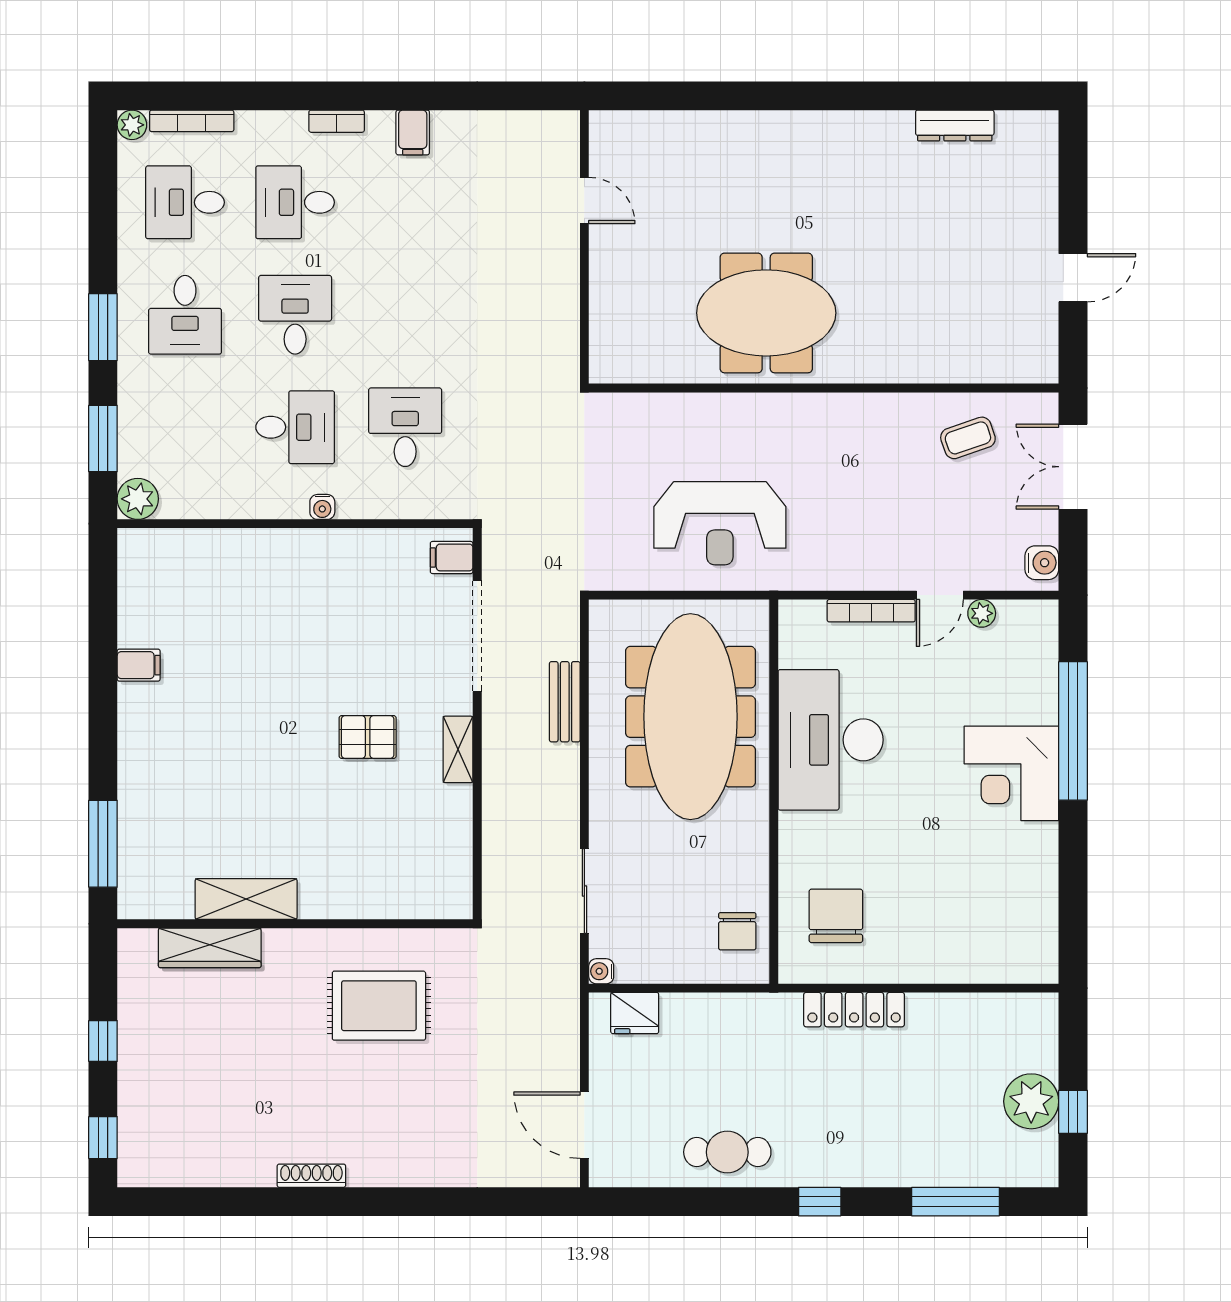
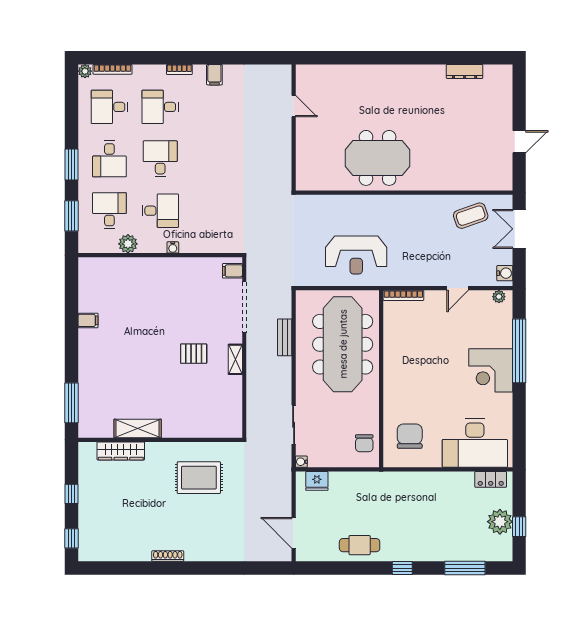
desk: (405, 427) -> (109, 211), moved
coffee table: (968, 438) -> (471, 216), width x1.36, depth x1.30
plant: (138, 499) -> (128, 244), moved
bookcase: (871, 611) -> (403, 295), moved
plant: (982, 613) -> (499, 297), moved
desk: (831, 740) -> (475, 443), moved, turned -90
locker: (854, 1010) -> (491, 479), moved, width x0.66

